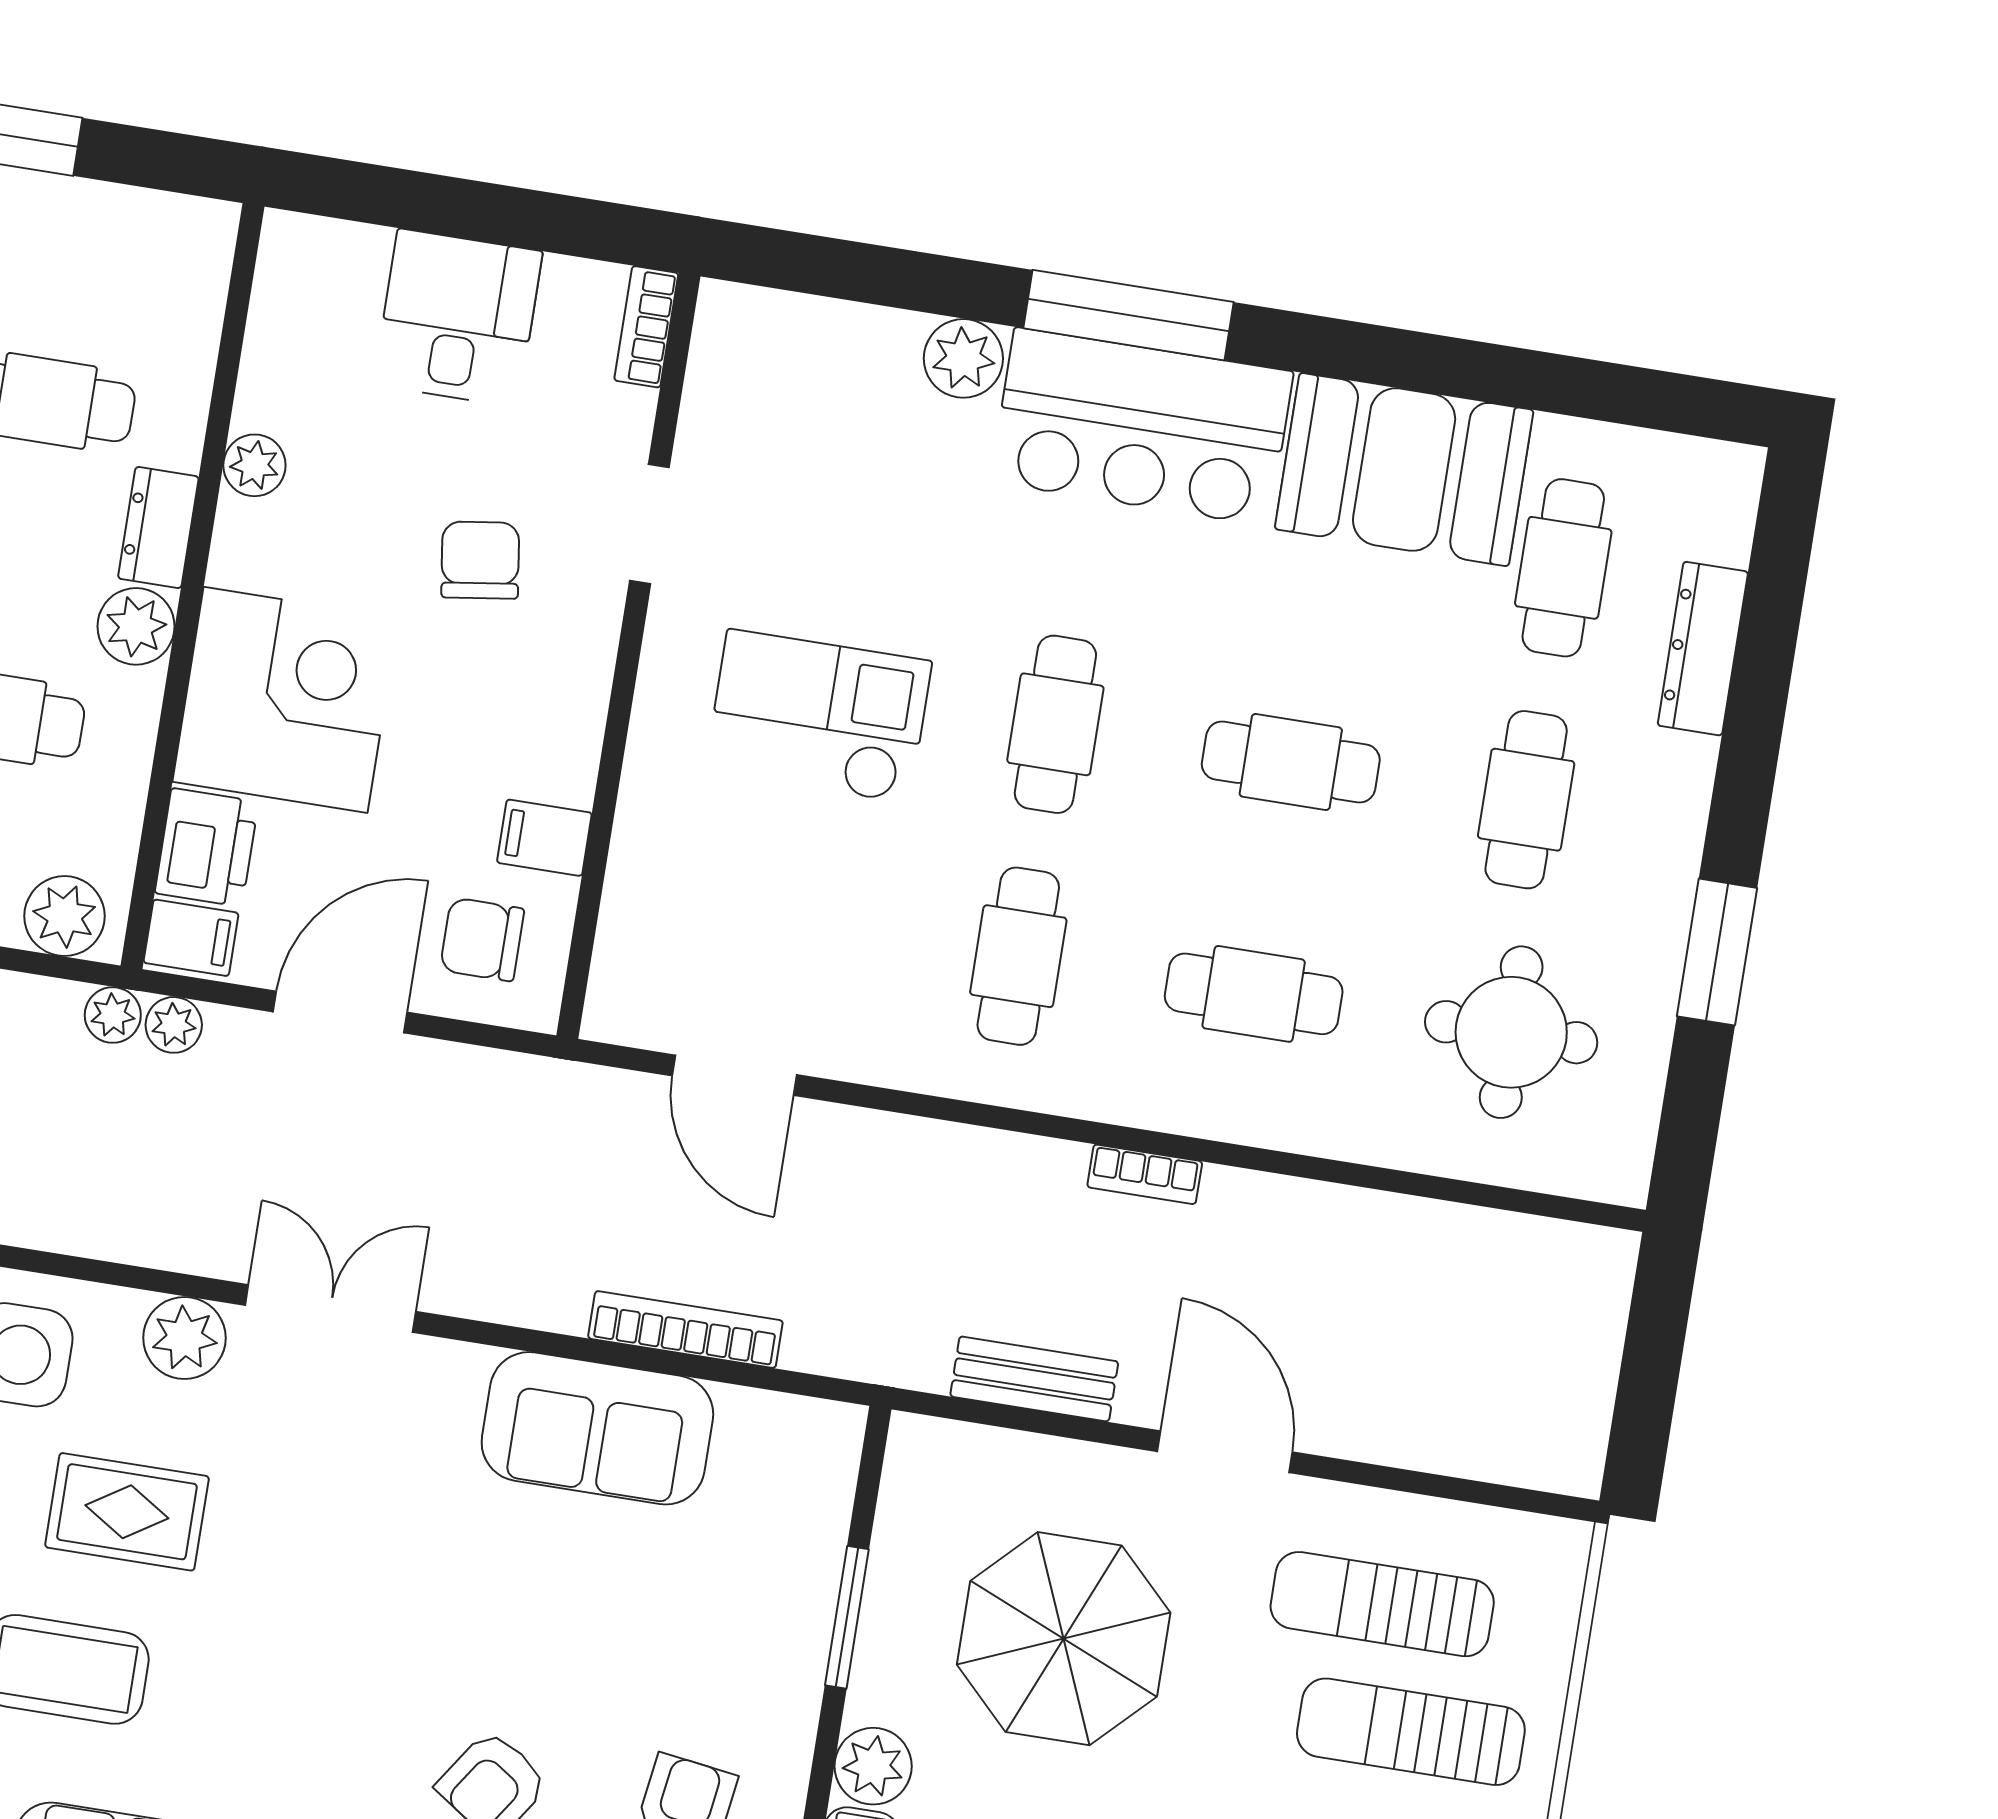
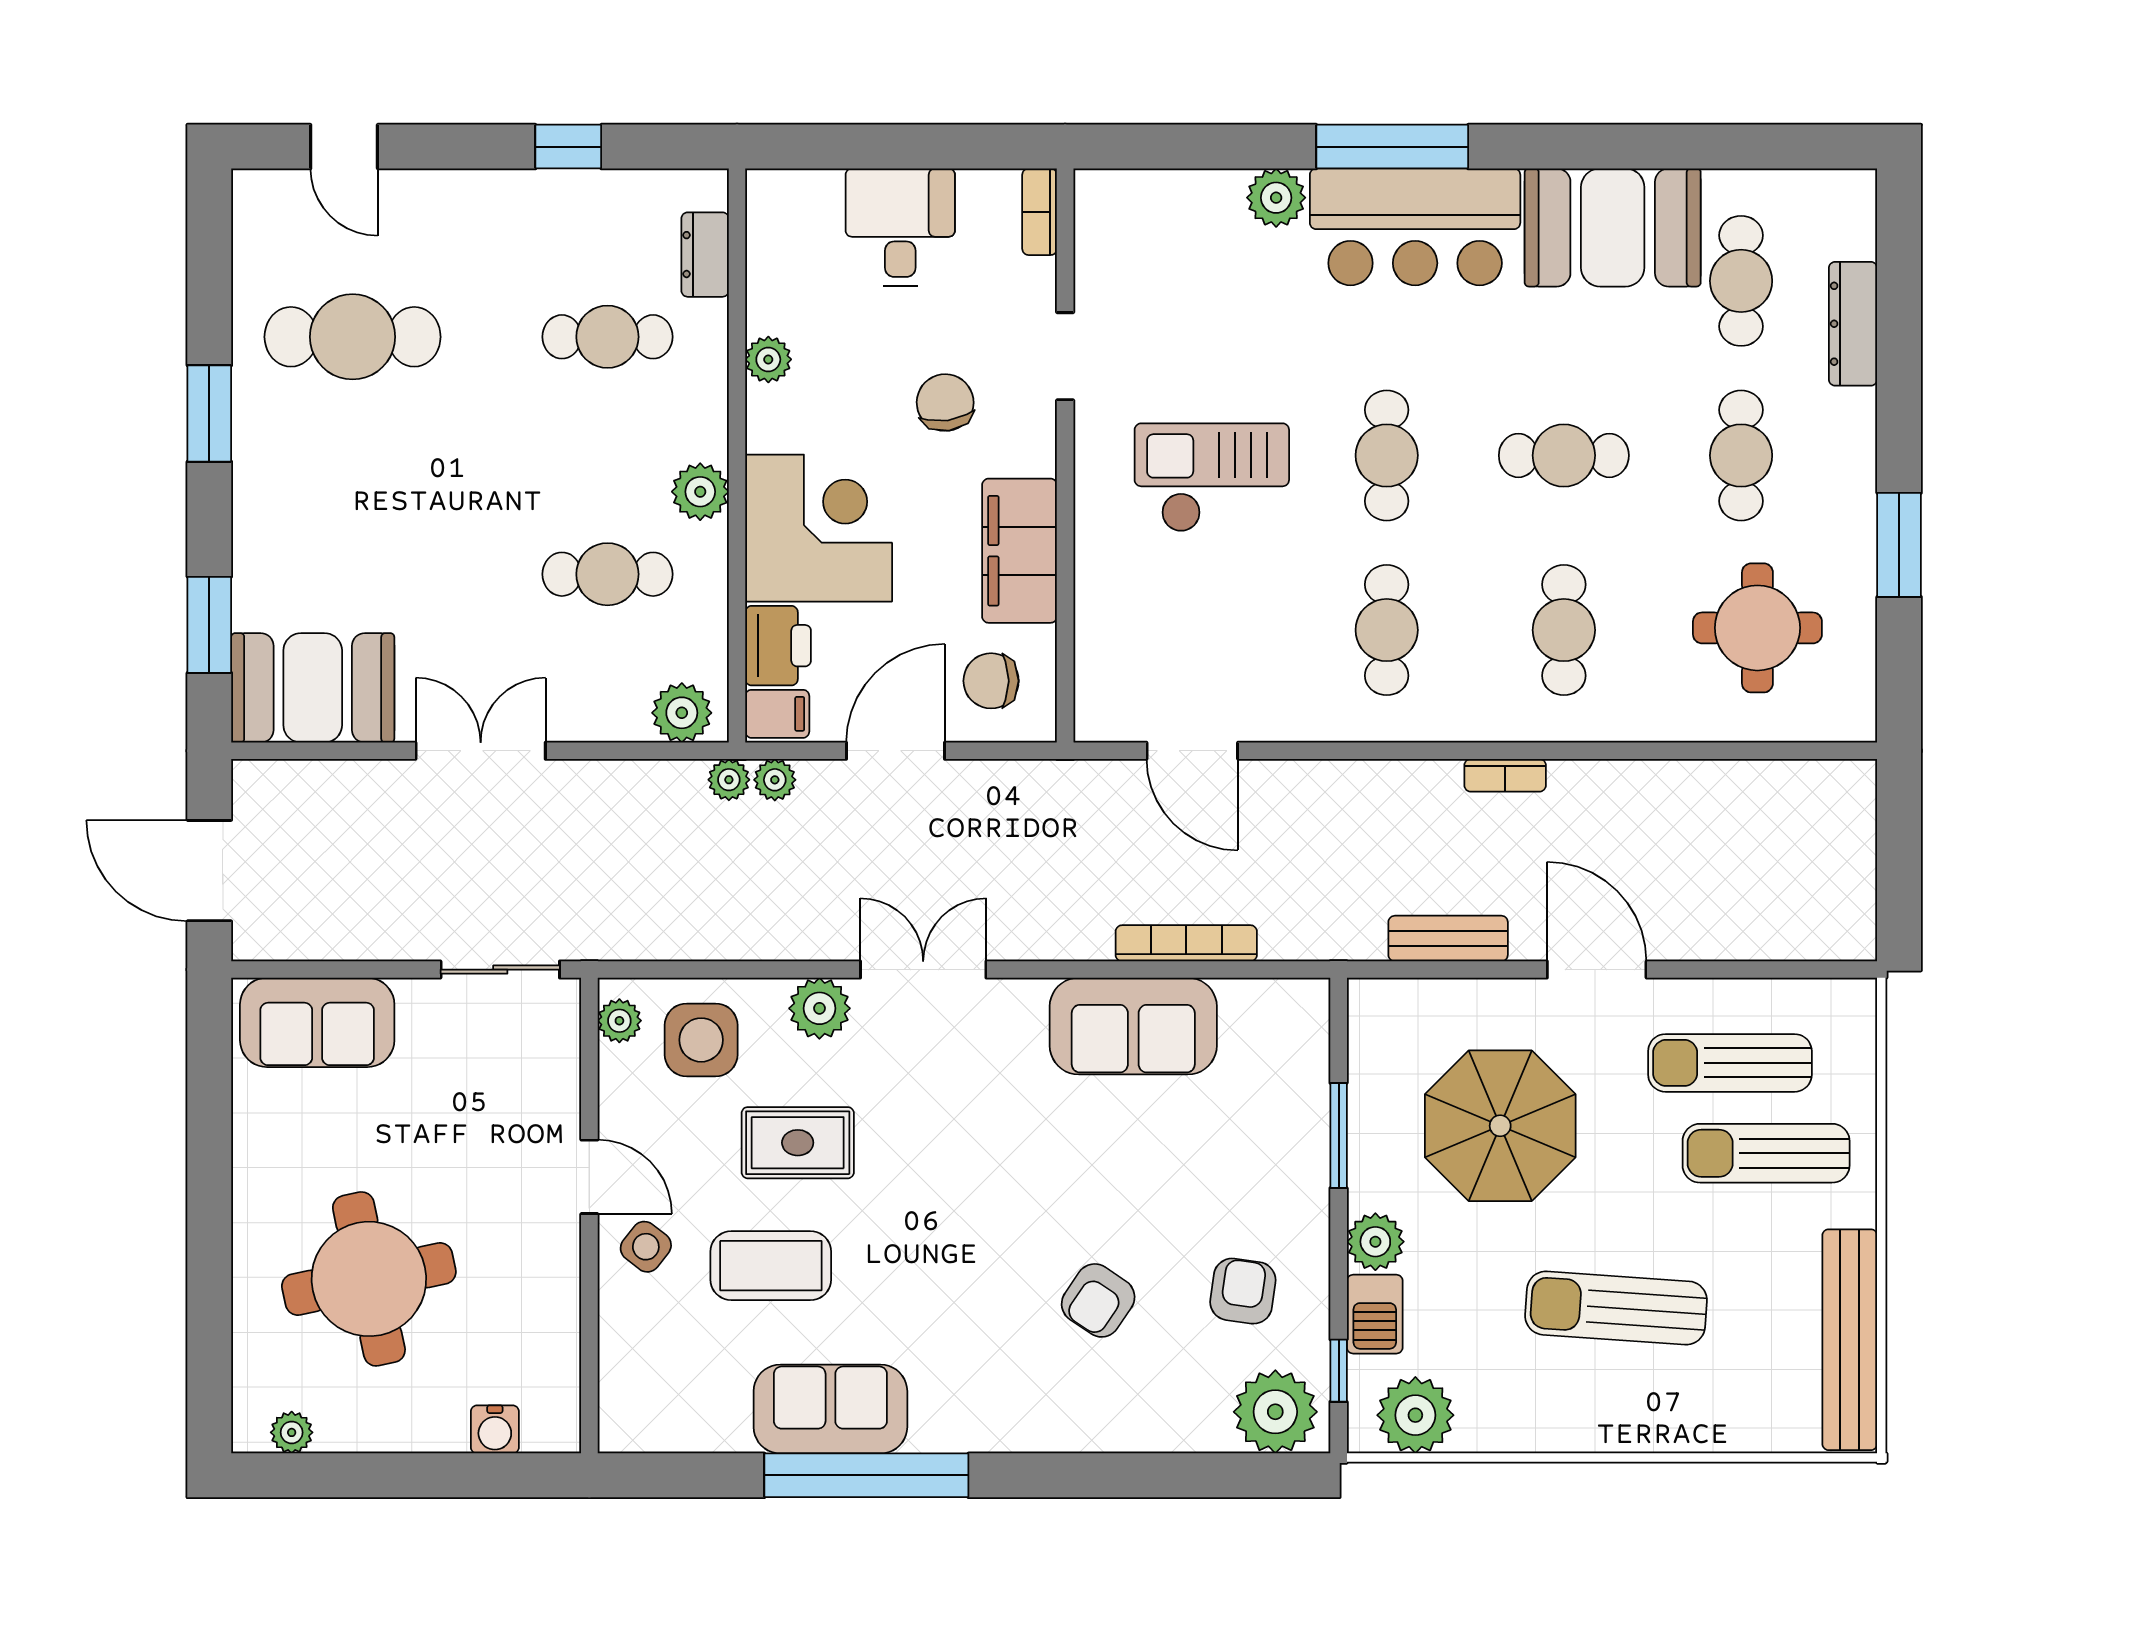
dresser: (158, 528) -> (705, 255), moved
filing cabinet: (544, 838) -> (1020, 551), width x3.00, depth x1.17
cafe table: (1254, 994) -> (1564, 630), turned 90

